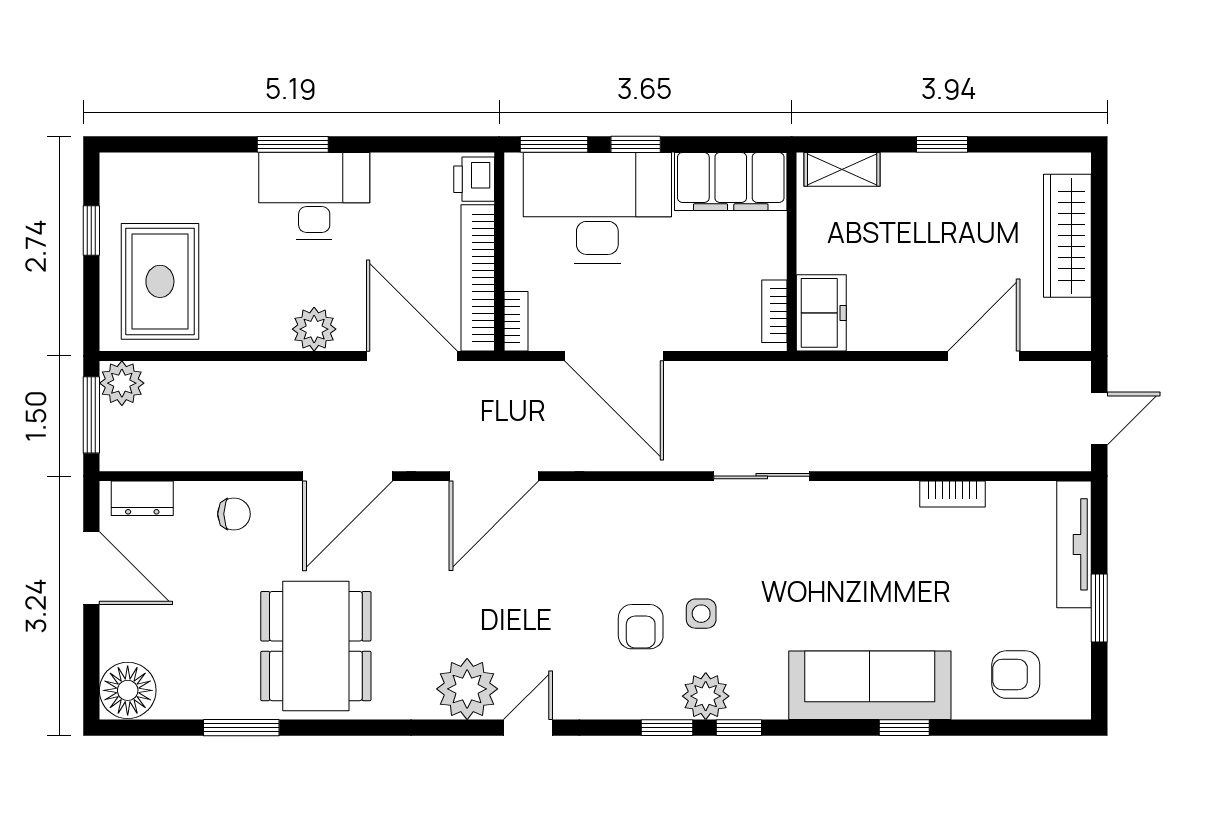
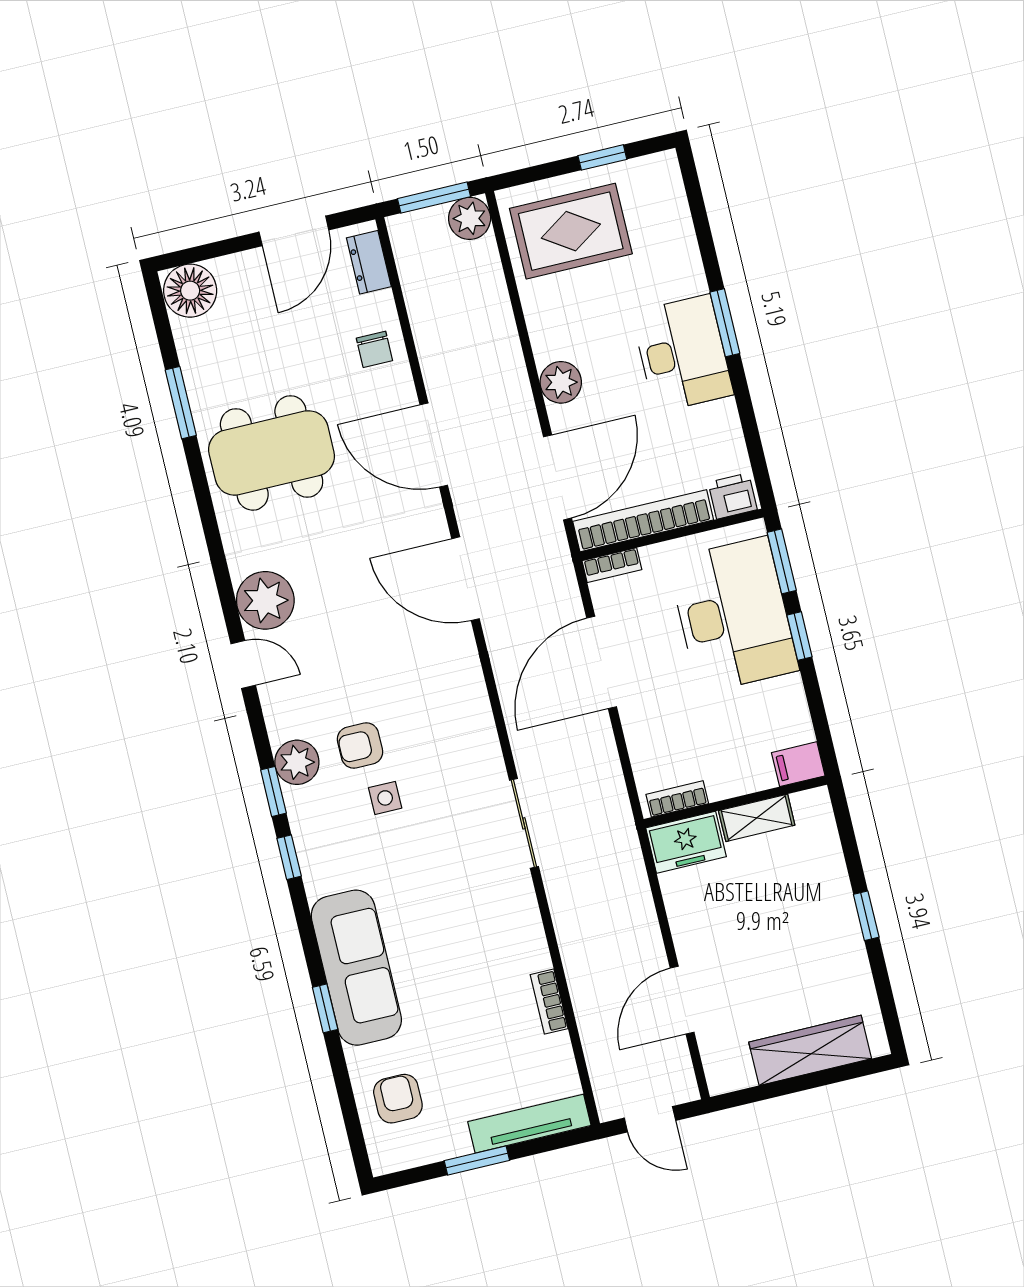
shelving: (842, 169) -> (757, 818), moved, turned 90
filing cabinet: (731, 182) -> (798, 764), width x0.33, depth x0.86
door: (984, 356) -> (682, 1000), swing flipped
plant: (706, 696) -> (297, 762), moved

